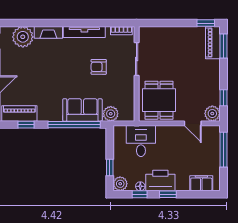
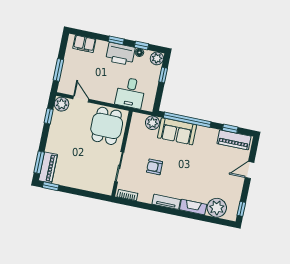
tv unit: (84, 32) -> (166, 202), width x0.71
armchair: (99, 67) -> (155, 167), turned 180
window: (223, 150) -> (58, 70), width x0.69

